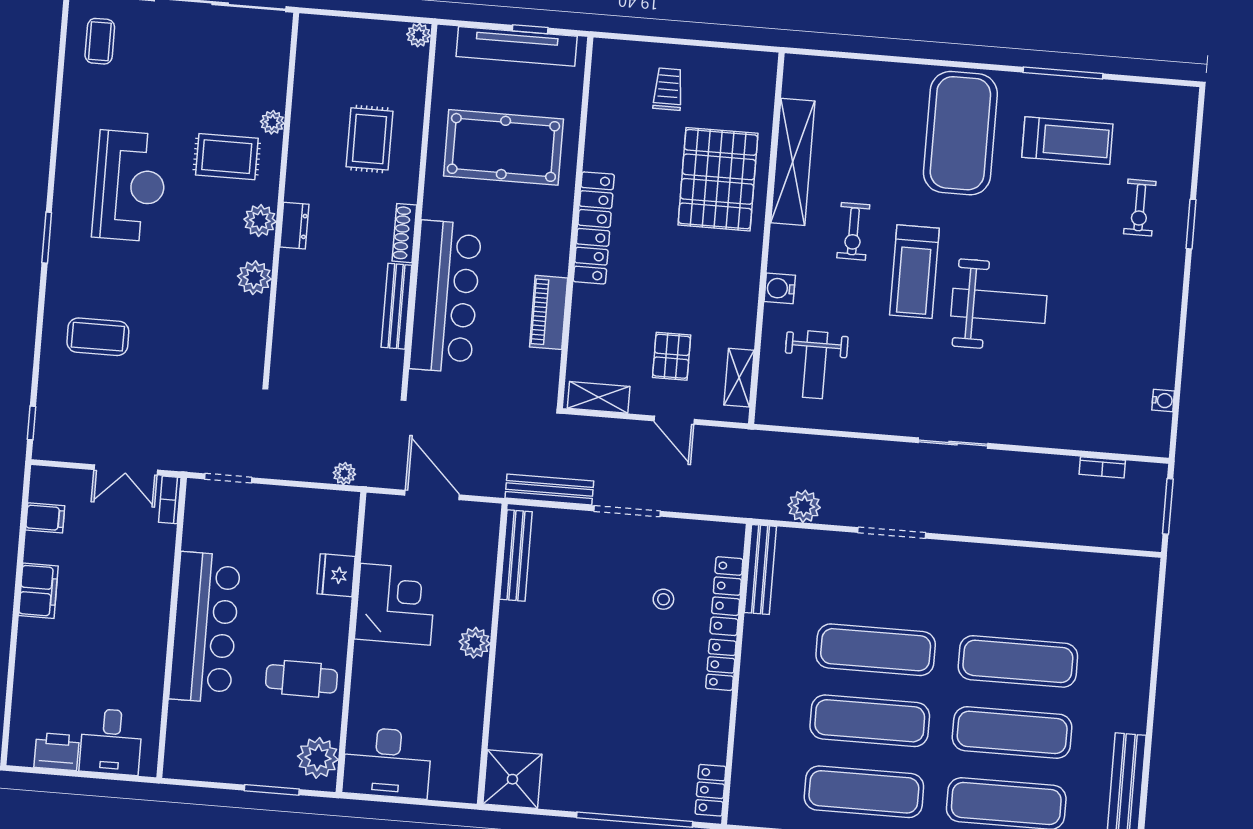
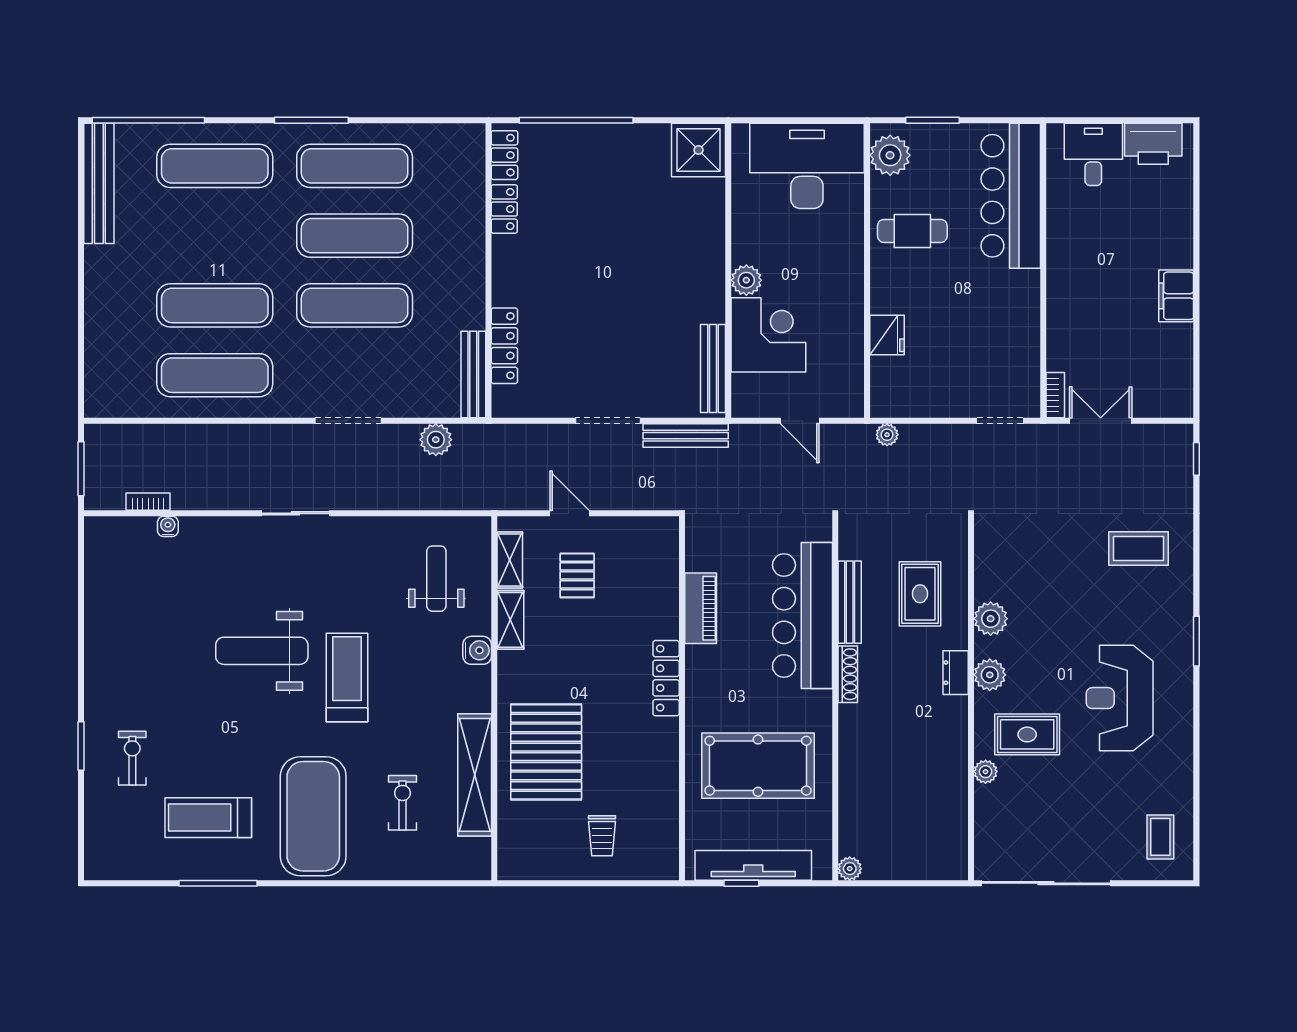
rug: (369, 139) -> (920, 594), moved
locker: (594, 228) -> (666, 678), width x0.71, depth x0.83
exercise bike: (853, 231) -> (403, 803), moved
shelving: (599, 397) -> (510, 620), moved, turned 90
water cooler: (1163, 400) -> (168, 526), moved, turned 90
door: (432, 495) -> (800, 421), width x0.73
filing cabinet: (45, 518) -> (1175, 367), removed
stool: (663, 599) -> (566, 338), removed
corner desk: (395, 604) -> (768, 335), moved, turned 180
bar counter: (205, 627) -> (1011, 196), moved
locker: (721, 665) -> (504, 209), moved
exercise mat: (1012, 732) -> (215, 375), moved
printer: (57, 752) -> (1153, 144), width x1.37, depth x1.19
desk: (387, 763) -> (807, 166), width x1.36, depth x1.30

